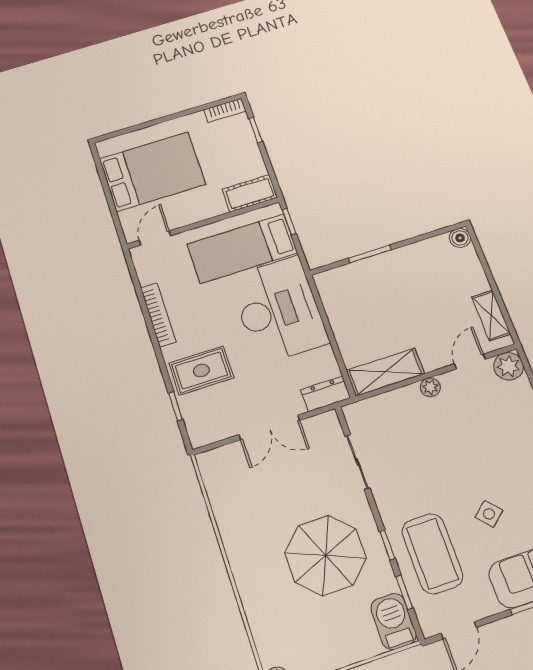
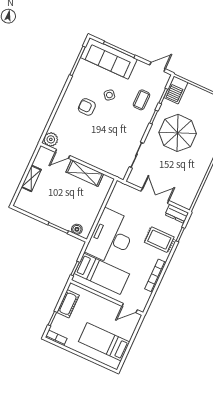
bed: (152, 171) -> (104, 342), width x0.67
cot: (250, 193) -> (68, 304), moved, turned 90
boiler: (460, 238) -> (77, 229), moved
shelving: (491, 315) -> (31, 178), moved
shelving: (385, 372) -> (85, 173), moved
plant: (430, 387) -> (85, 158), removed
dresser: (325, 394) -> (177, 214), moved
armchair: (505, 463) -> (87, 107), added
coffee table: (432, 554) -> (141, 100), width x0.54, depth x0.58

